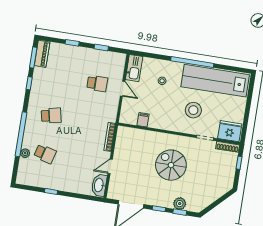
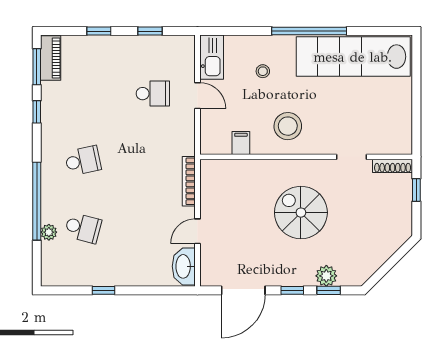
stool: (193, 110) -> (288, 126), moved
fridge: (230, 131) -> (392, 139), removed

